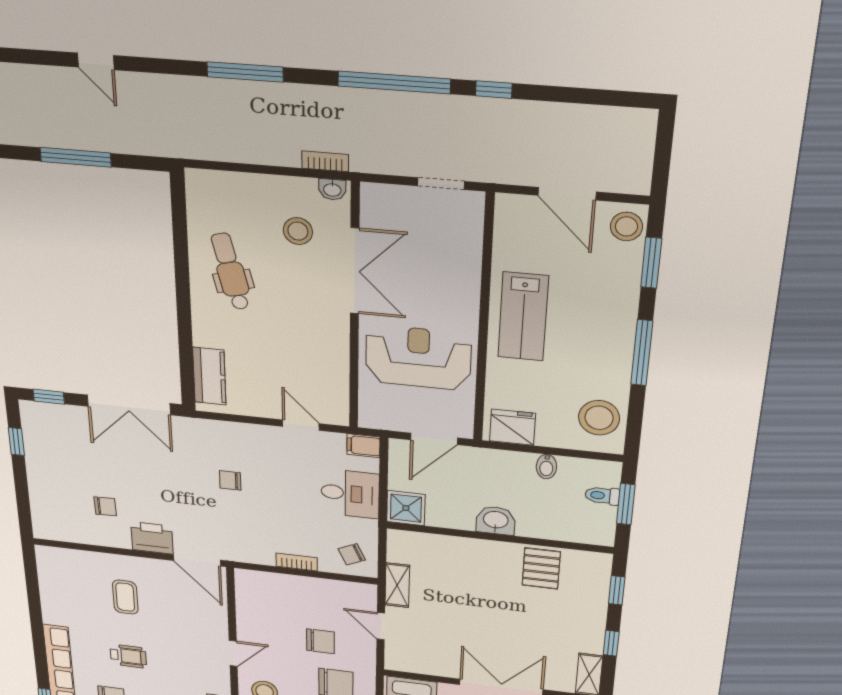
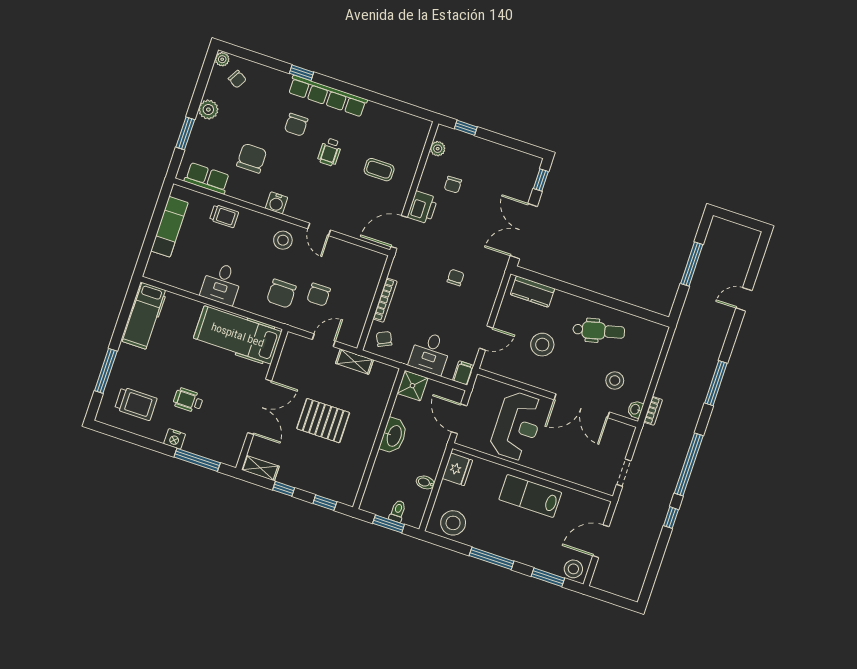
stool: (282, 347) -> (542, 345), added
window: (16, 442) -> (466, 128), moved
washbasin: (496, 520) -> (394, 436), width x1.38
plant: (66, 533) -> (438, 149), added
bookcase: (297, 562) -> (385, 300), width x1.56
pallet: (541, 568) -> (323, 421), moved, width x1.50, depth x1.42

